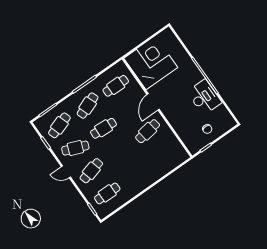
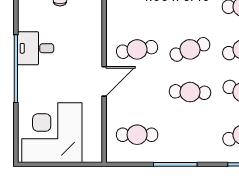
corner desk: (151, 63) -> (52, 133), moved, turned 90
desk: (204, 97) -> (36, 48), width x0.73
cafe table: (88, 106) -> (190, 49), moved

